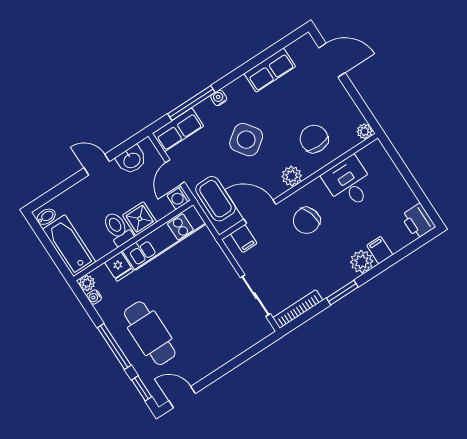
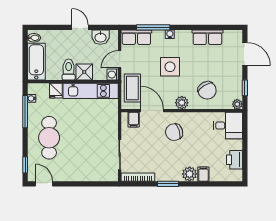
window: (361, 104) -> (245, 88), added
chair: (314, 139) -> (207, 90), turned 148
side table: (246, 140) -> (170, 67), turned 36
desk: (349, 183) -> (228, 126), moved, turned 90
printer: (418, 221) -> (234, 160), moved
plant: (87, 283) -> (33, 88), removed
window: (114, 347) -> (25, 112), moved

